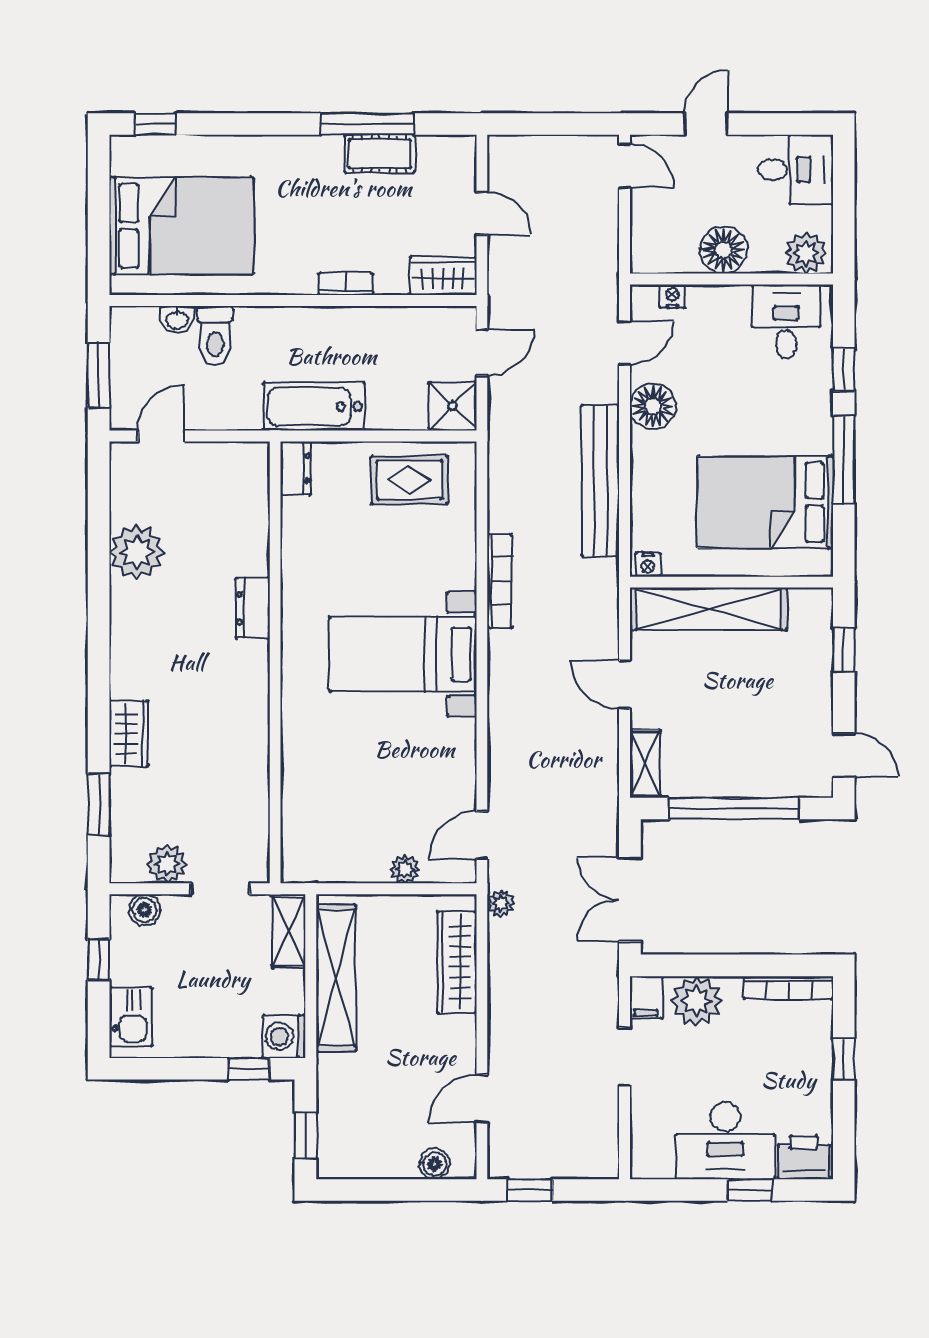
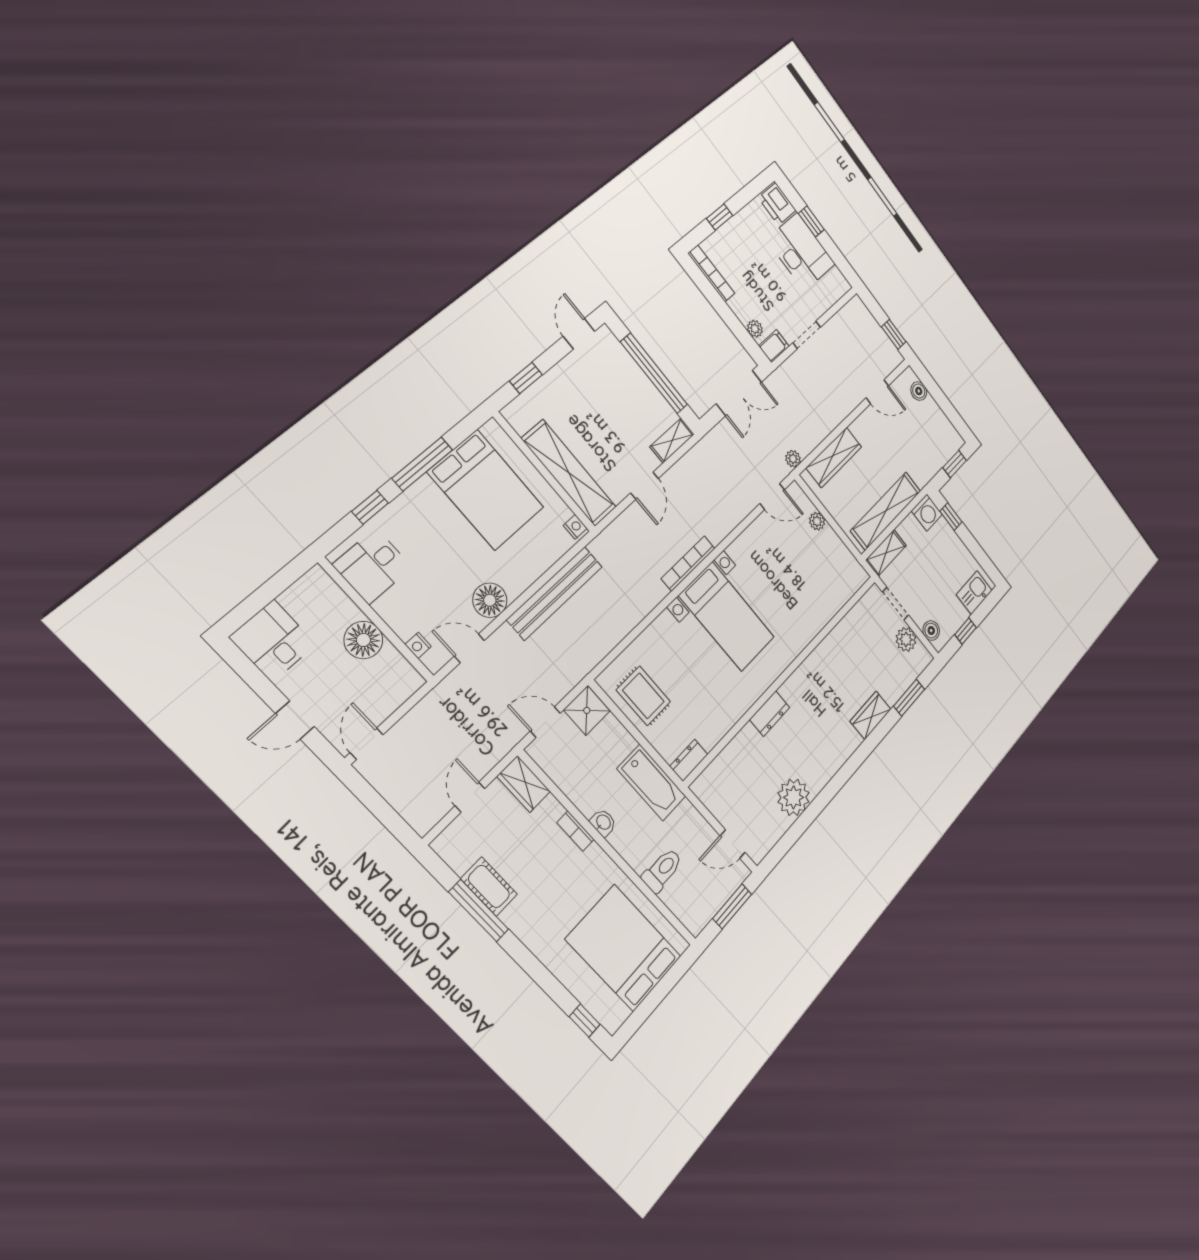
plant: (806, 253) -> (320, 589), removed
washbasin: (177, 319) -> (603, 823), moved
bookcase: (499, 581) -> (688, 563), moved
plant: (696, 1001) -> (755, 329), width x0.53, depth x0.53

